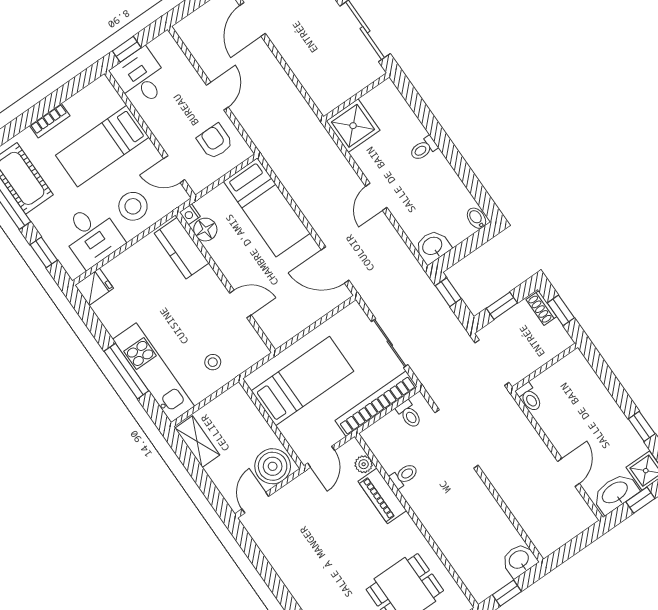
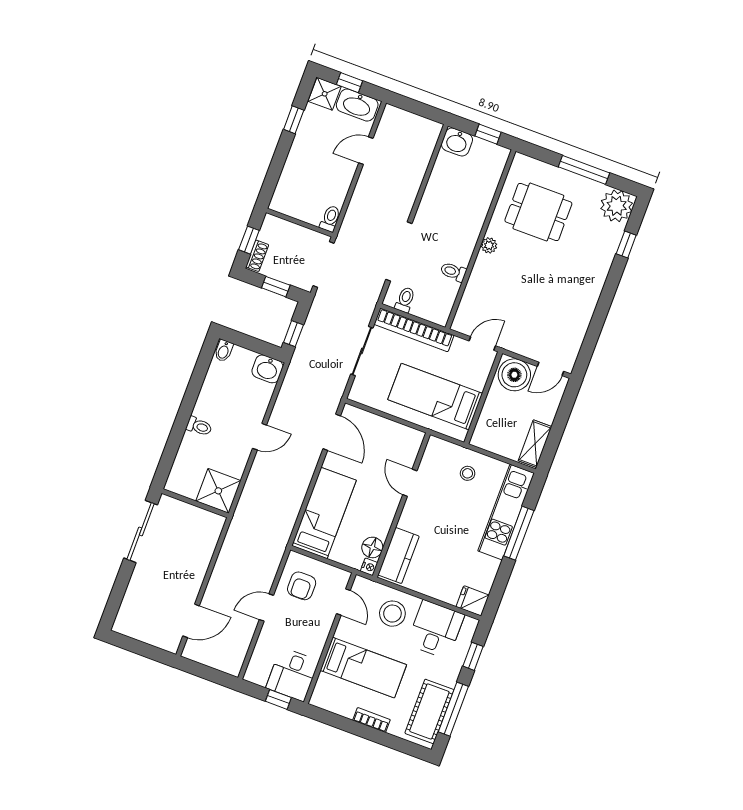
plant: (364, 464) -> (489, 245), moved
piano: (382, 496) -> (480, 278), removed

